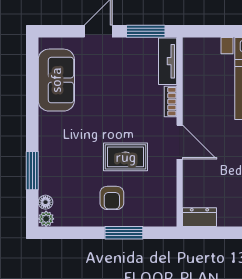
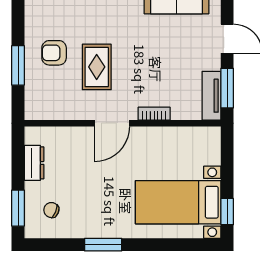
tv unit: (168, 61) -> (211, 96), moved, turned -90
dresser: (199, 217) -> (34, 163), moved

